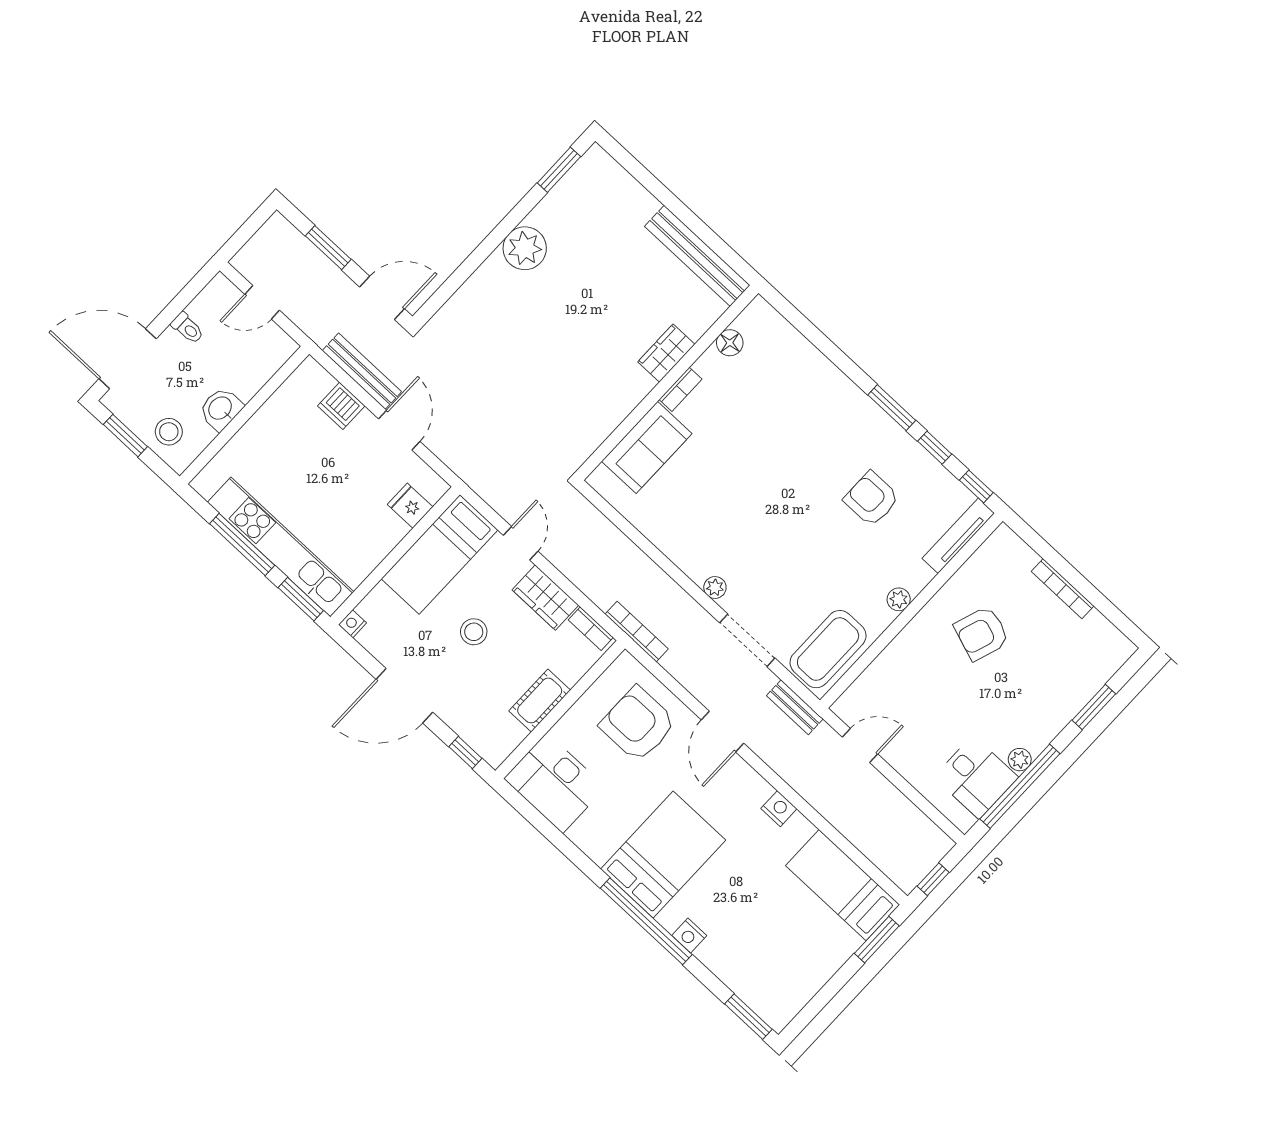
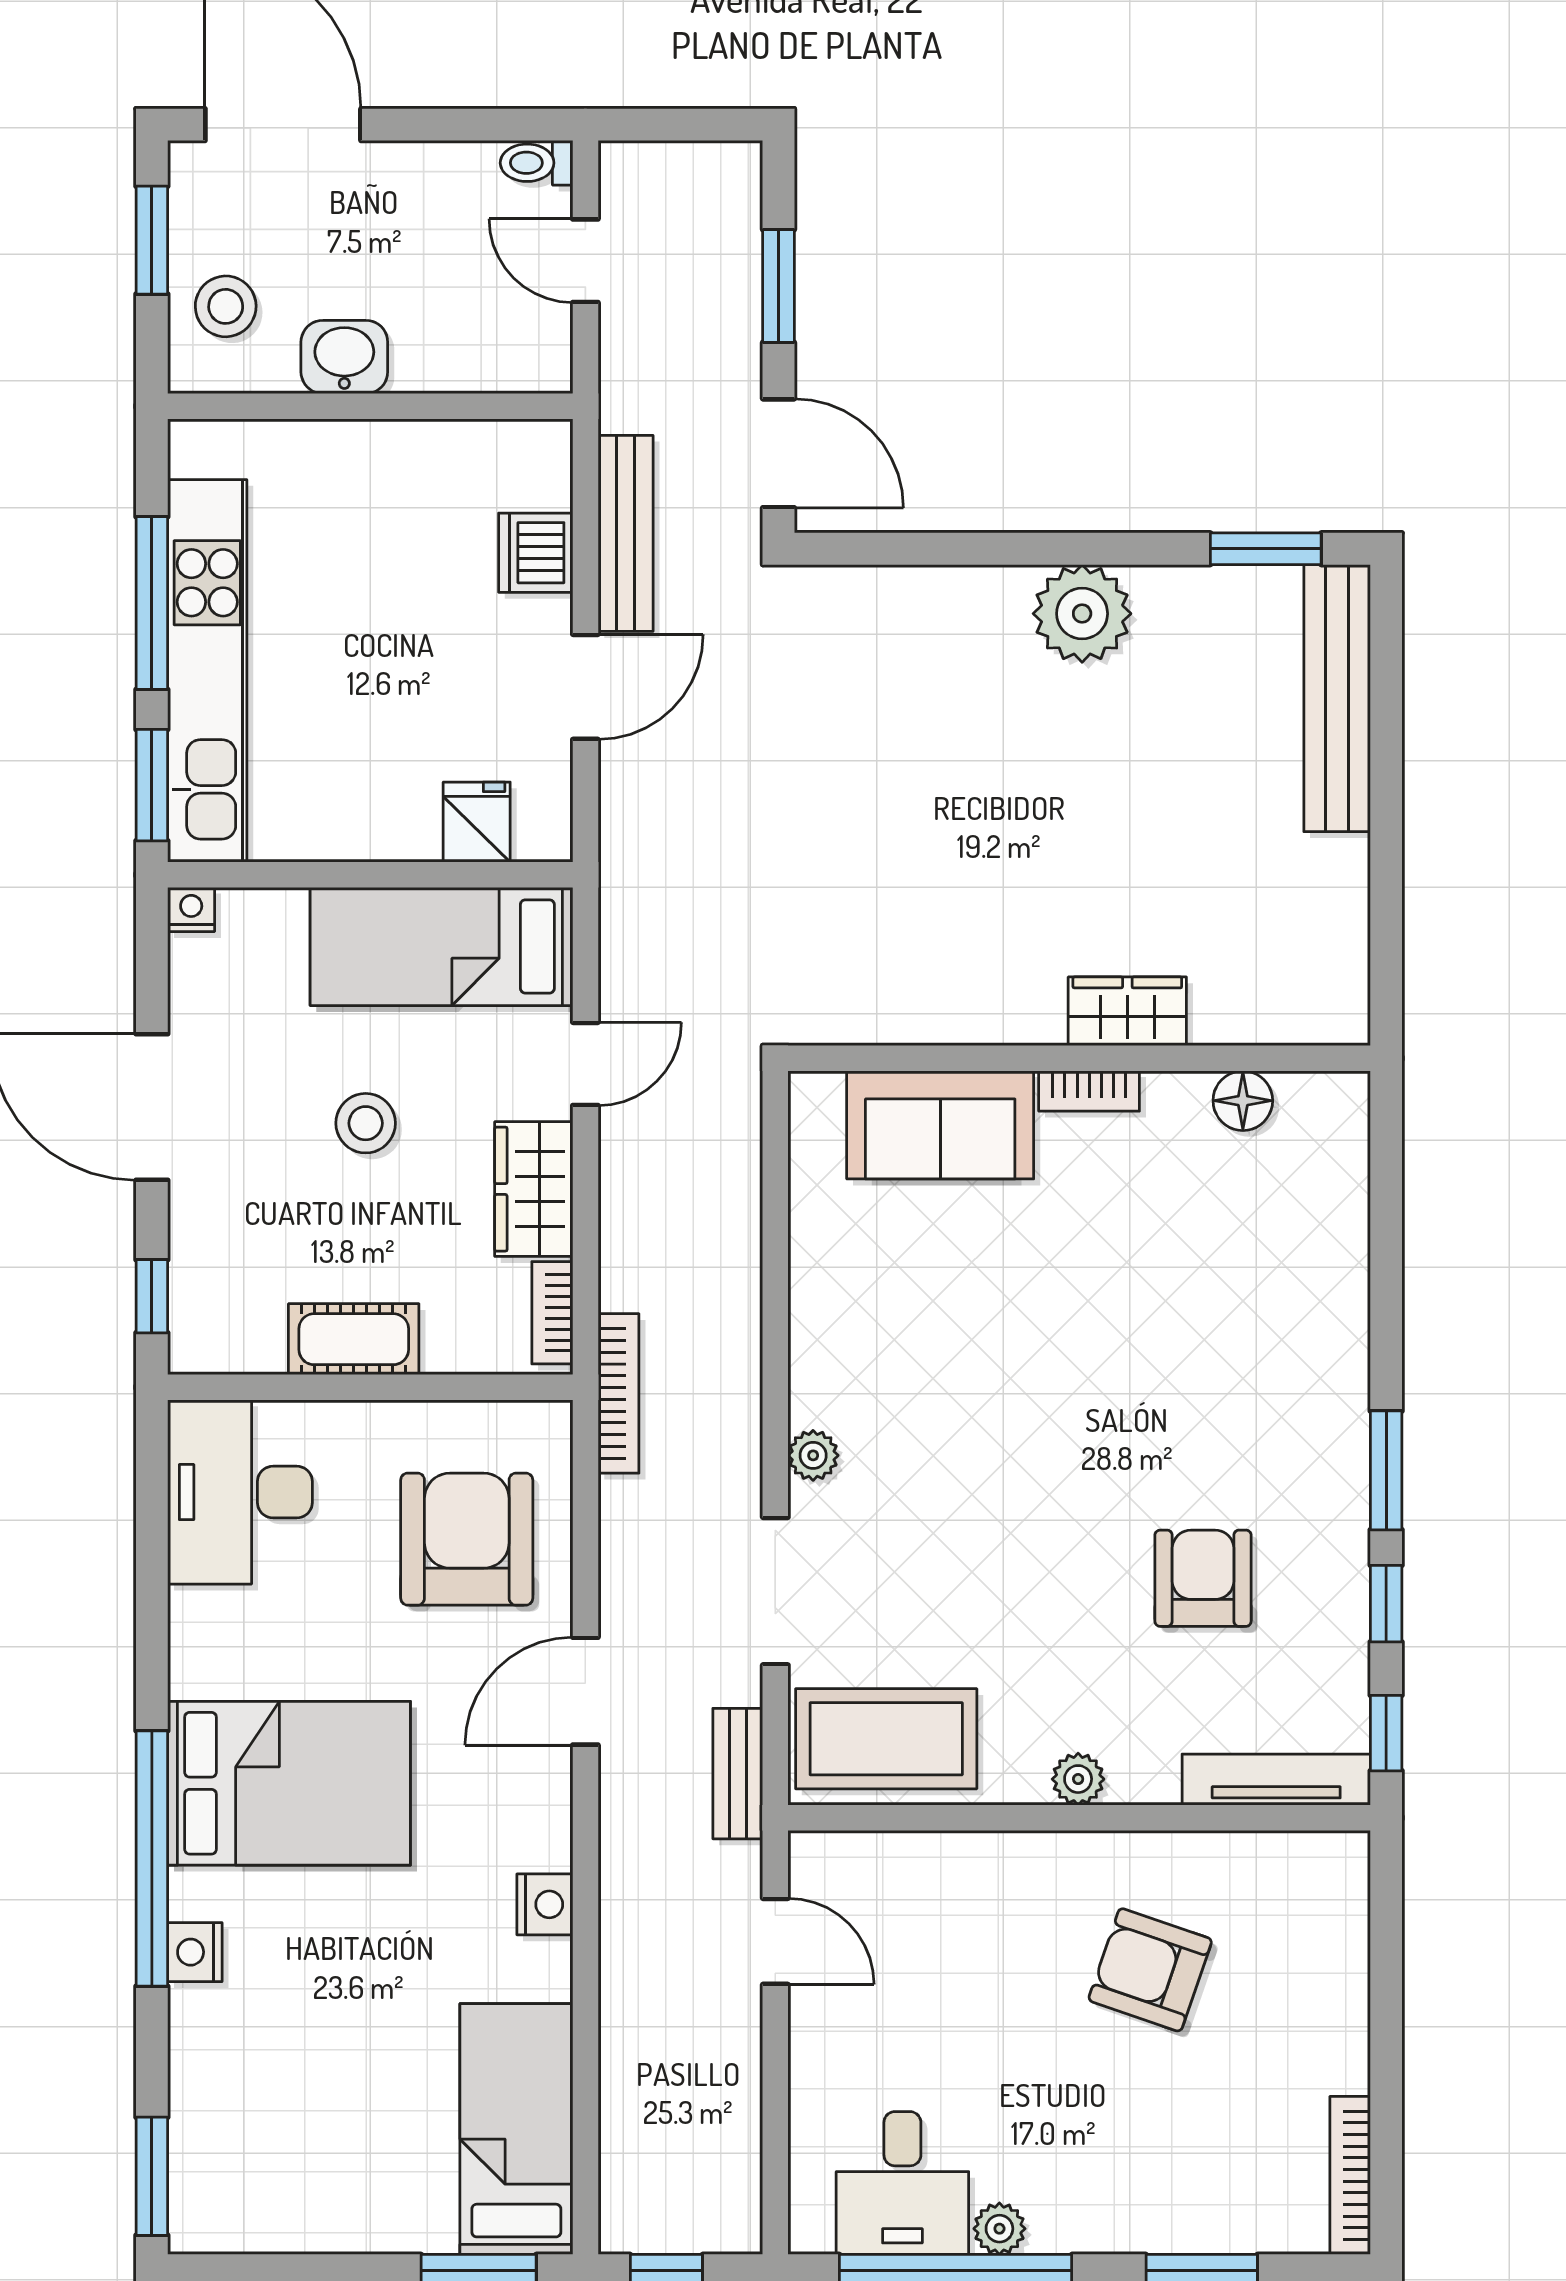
bench: (697, 256) -> (1337, 698), moved
toilet: (187, 328) -> (536, 163), moved, turned 90
bookcase: (1063, 589) -> (1350, 2175), moved

